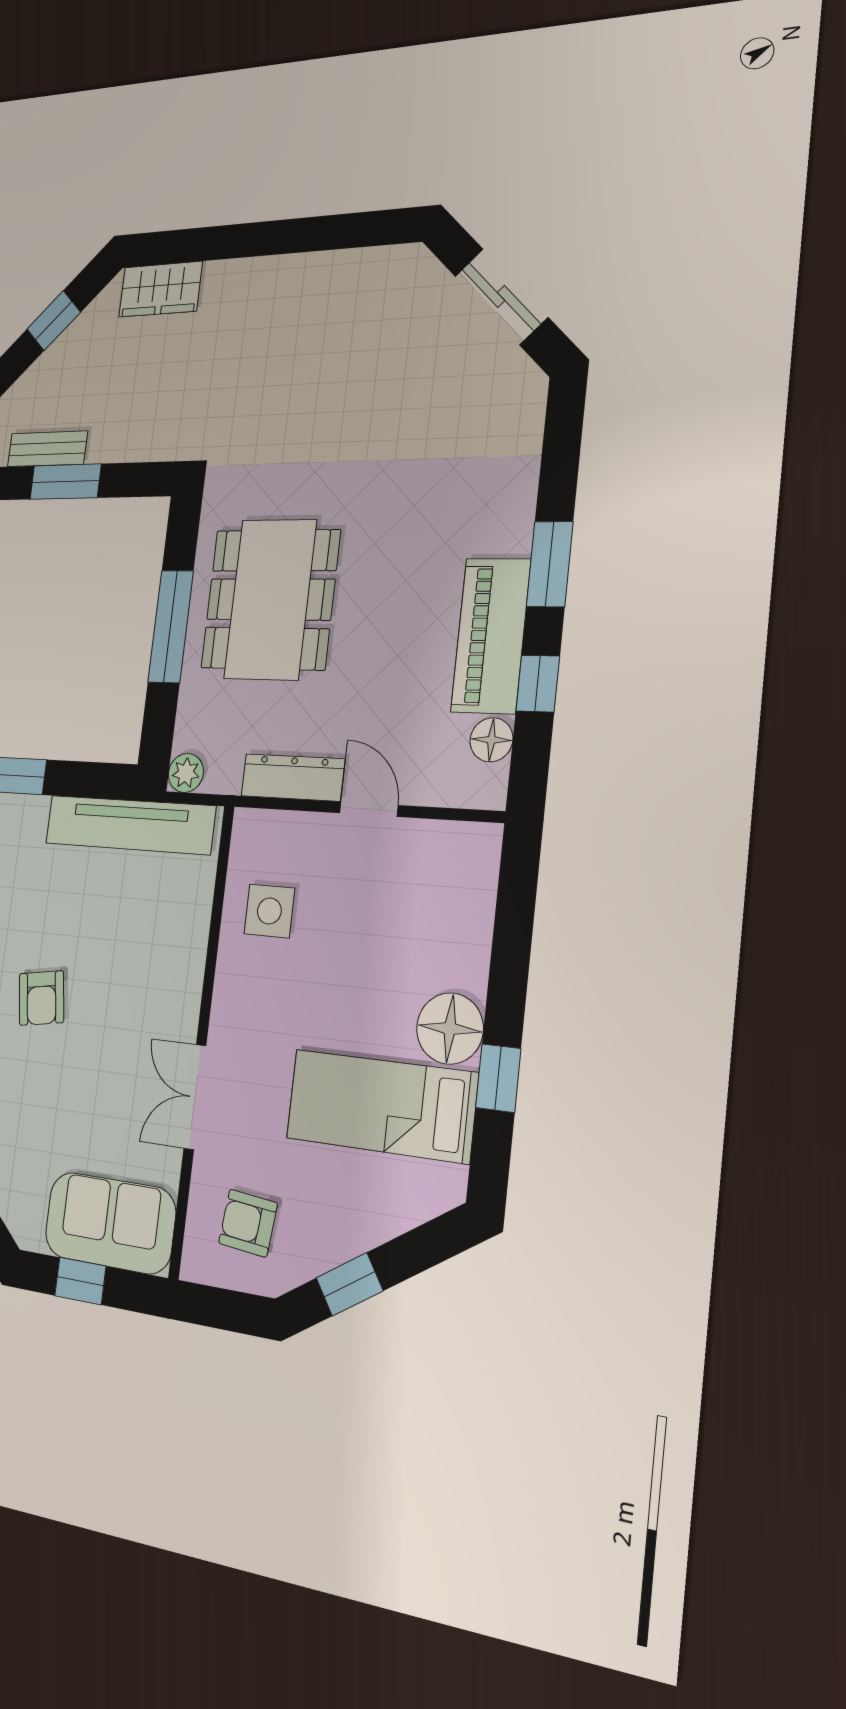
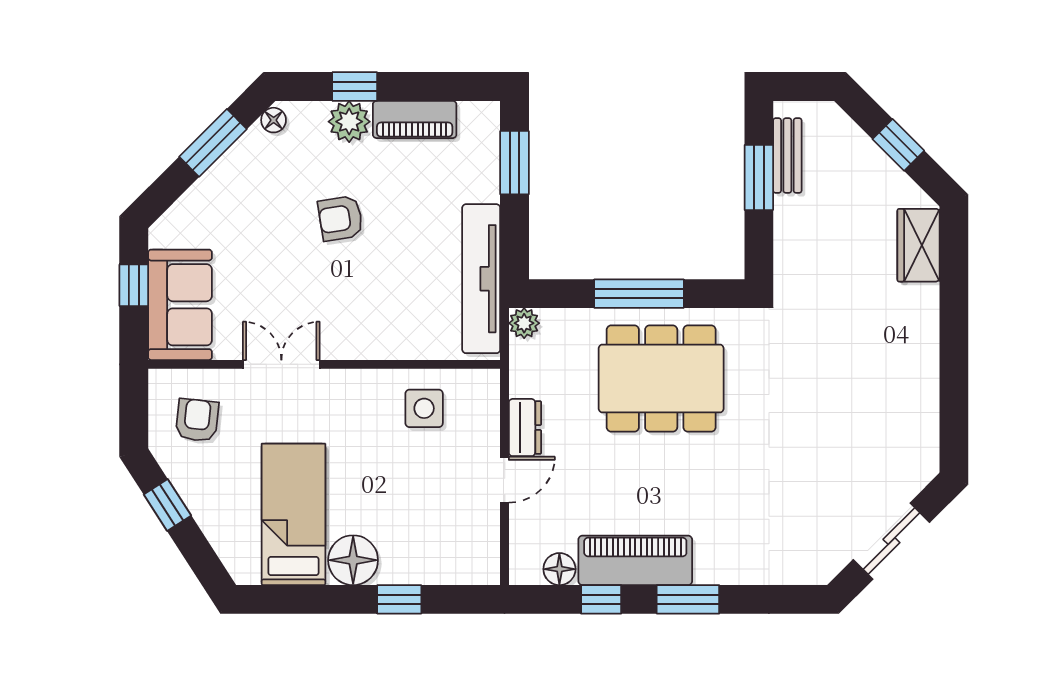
dresser: (293, 777) -> (525, 428), width x0.70
window: (498, 1078) -> (399, 599), moved

